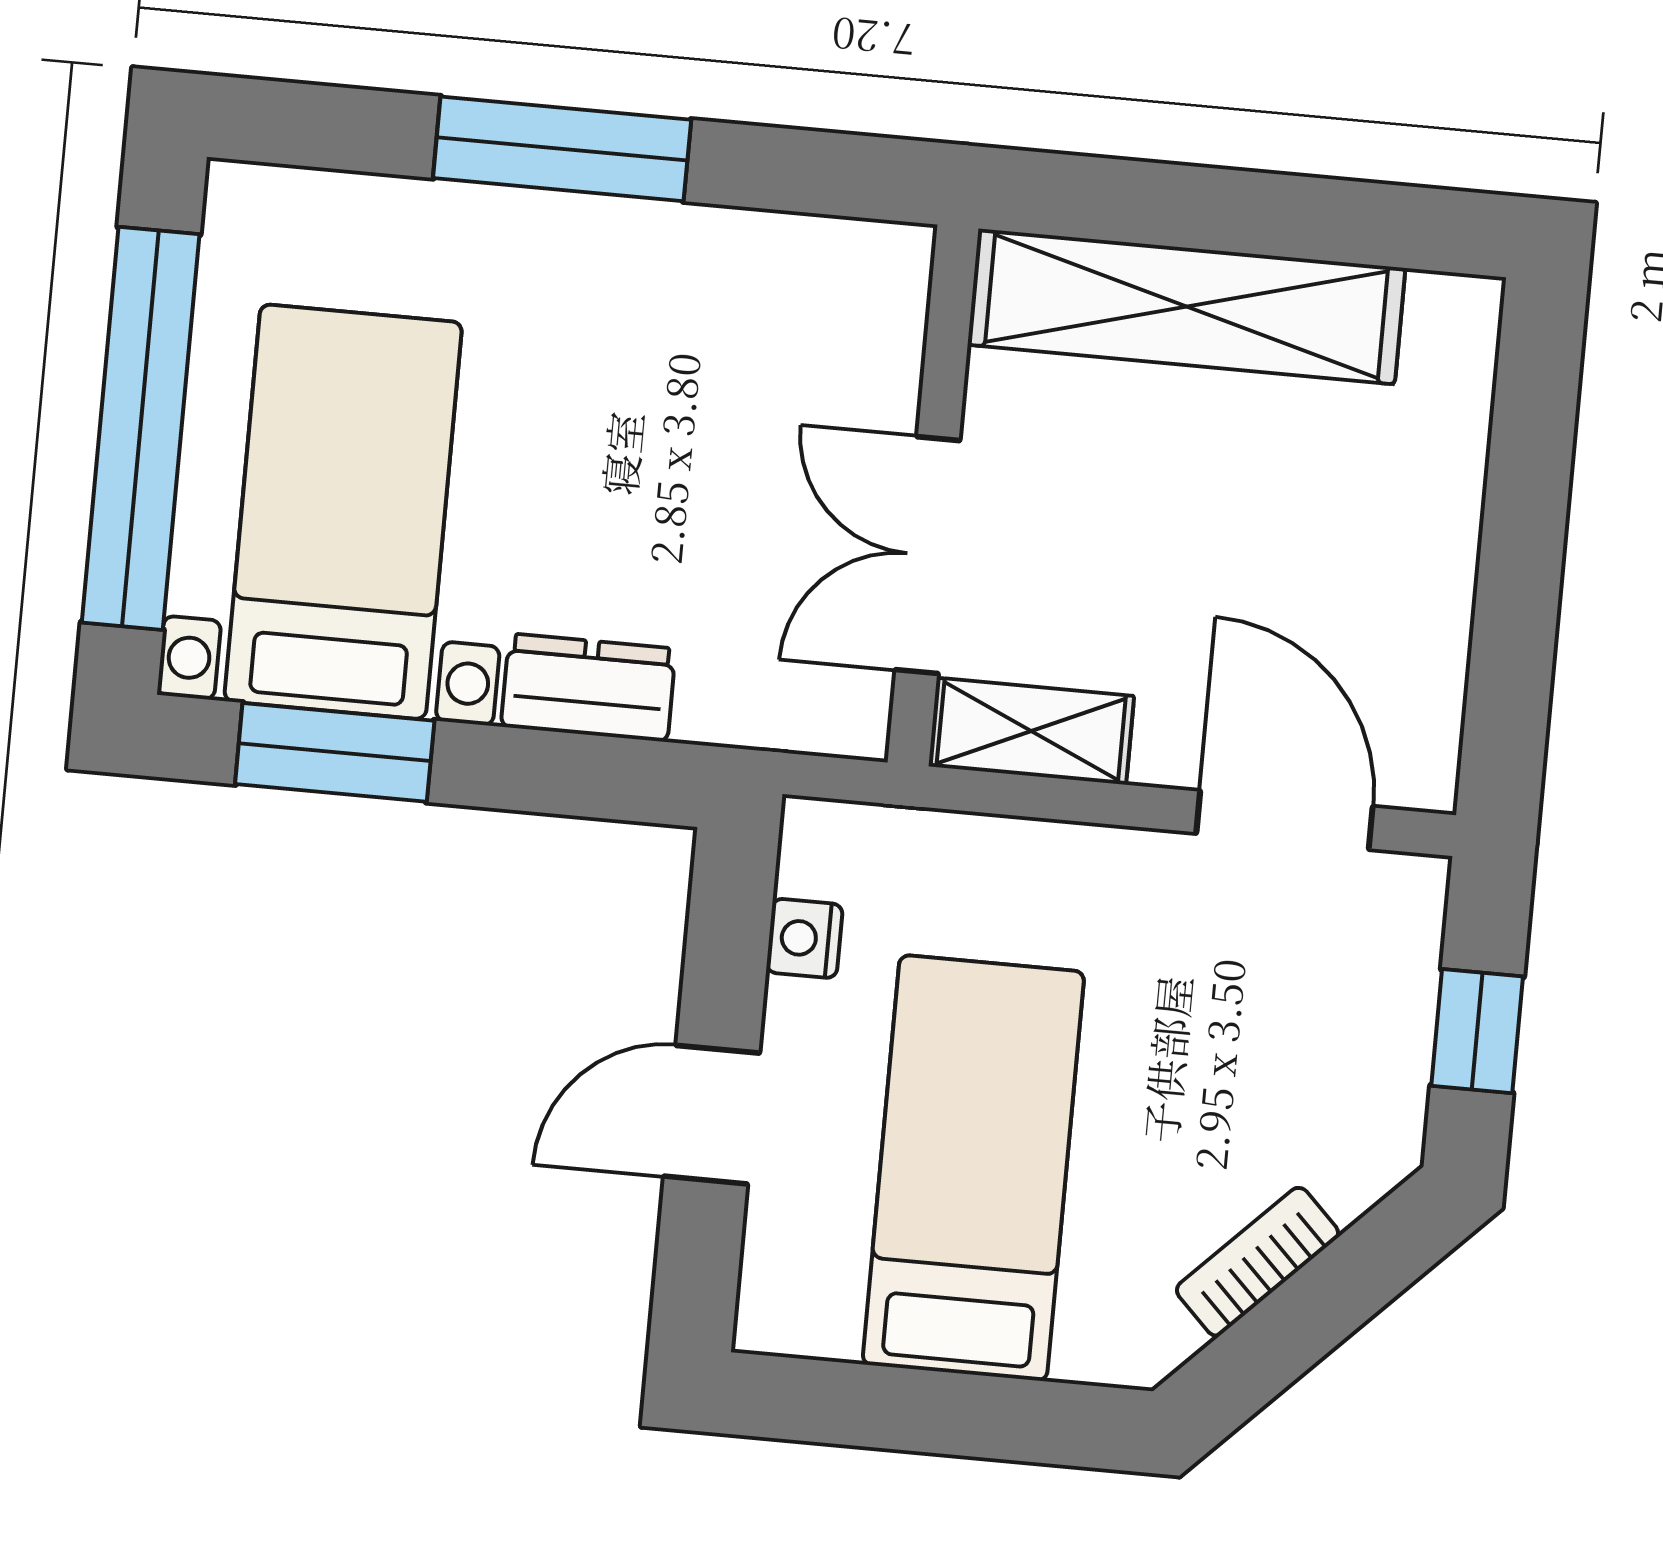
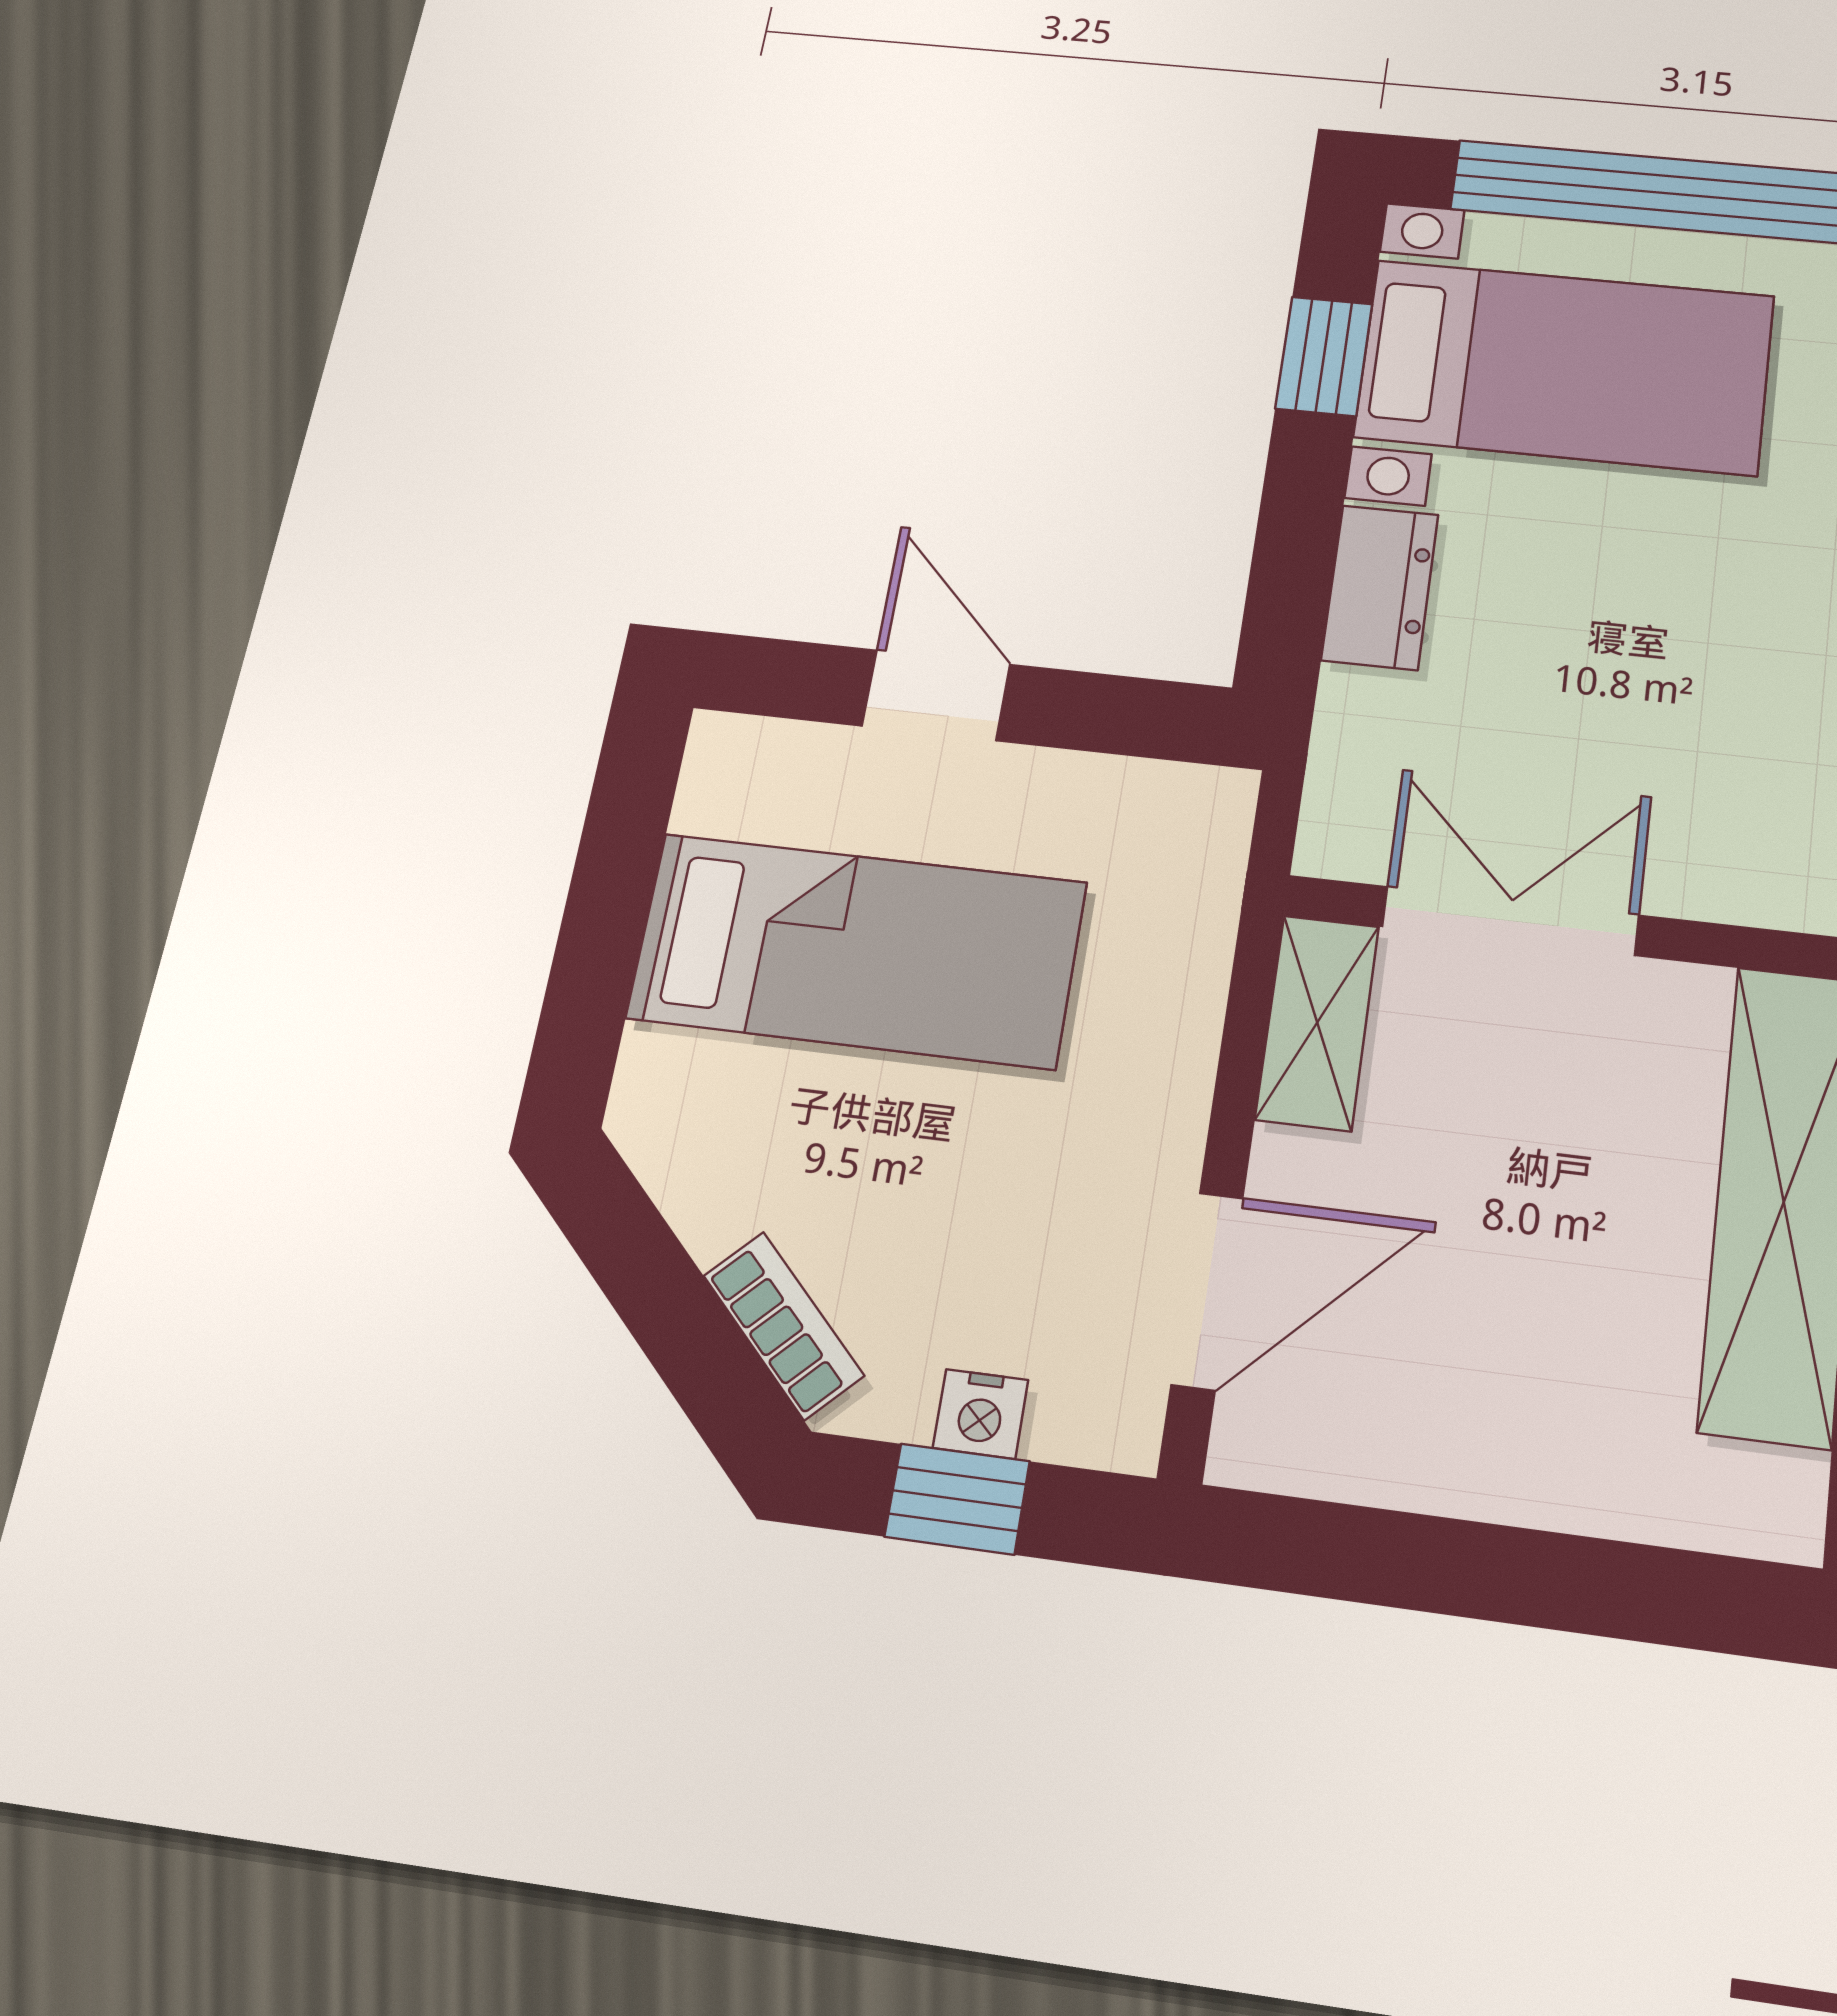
window: (335, 752) -> (1324, 356), width x0.67
nightstand: (804, 938) -> (981, 1414), moved, turned 180
bookcase: (1258, 1262) -> (784, 1325), moved

